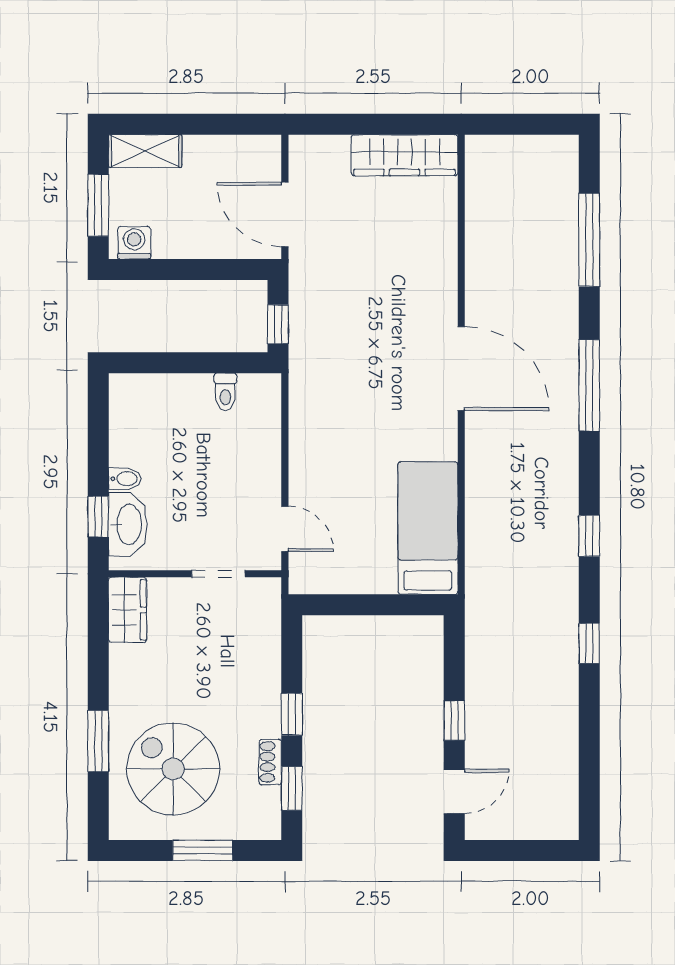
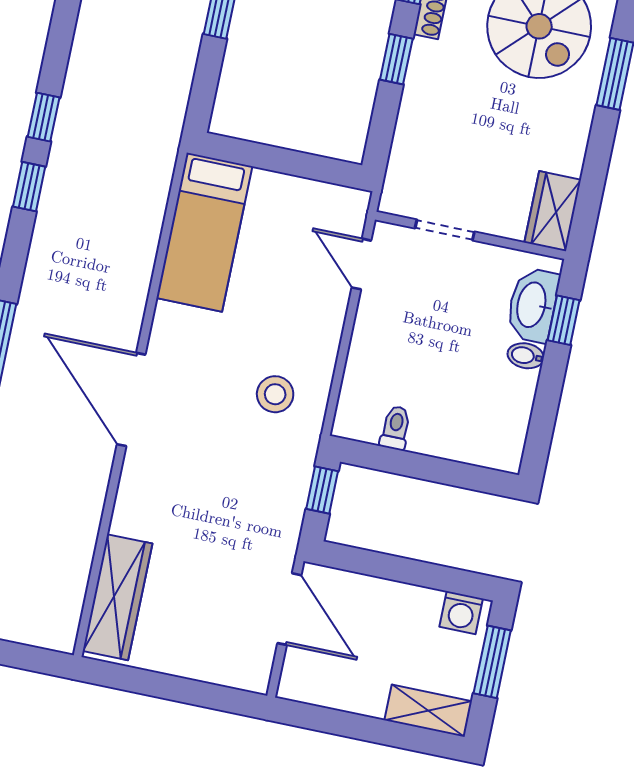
wardrobe: (404, 155) -> (117, 597), moved, turned 90
stool: (337, 399) -> (275, 394), added
window: (589, 643) -> (44, 117), moved

